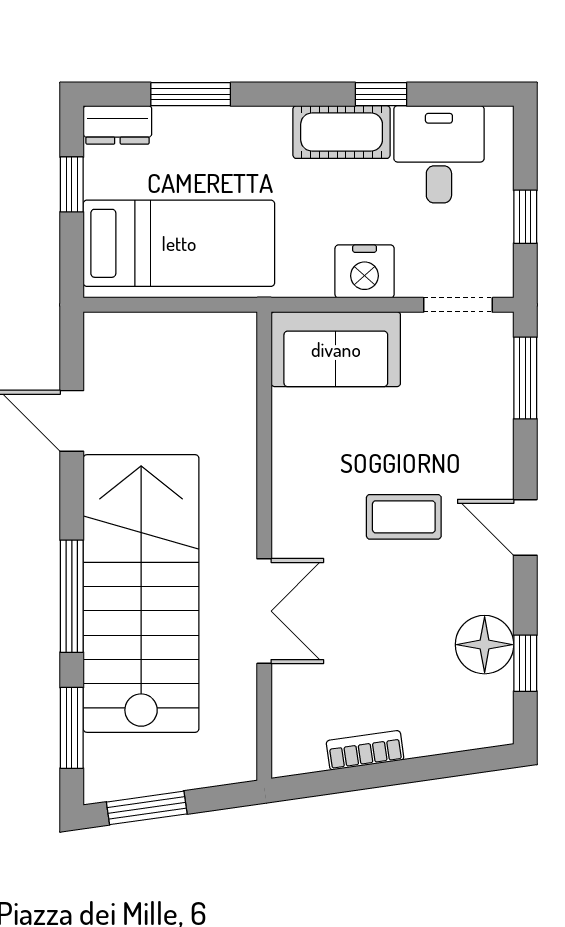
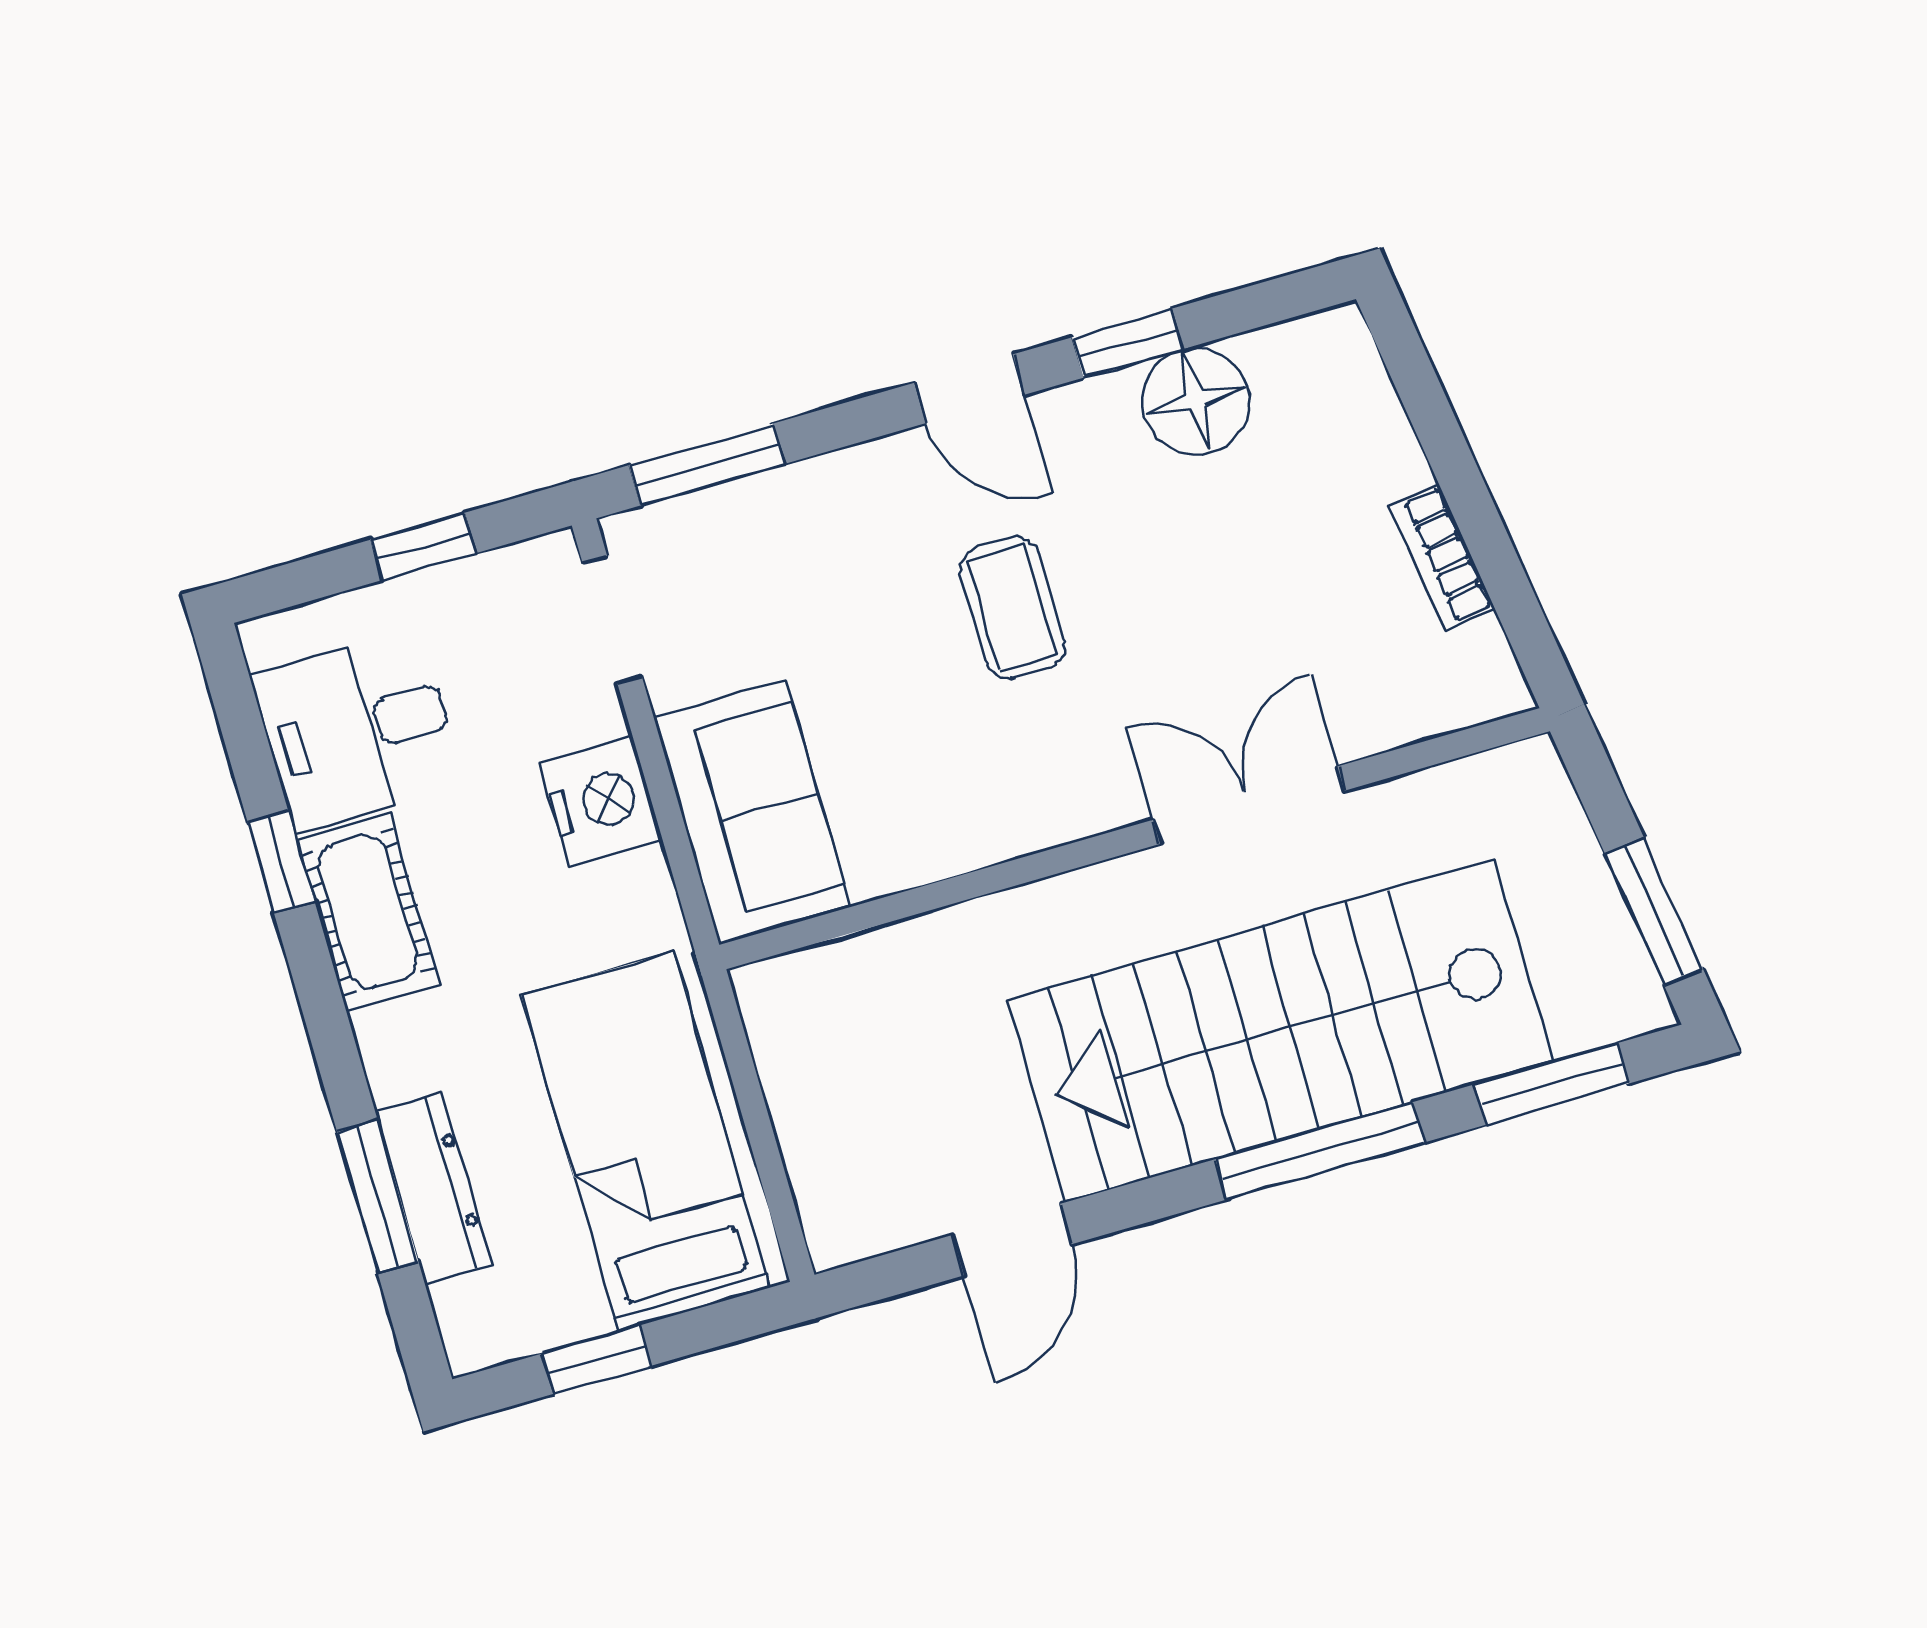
dresser: (117, 125) -> (434, 1188), moved, width x1.44
door: (525, 527) -> (969, 389), hinge flipped
window: (525, 663) -> (1127, 343), moved

